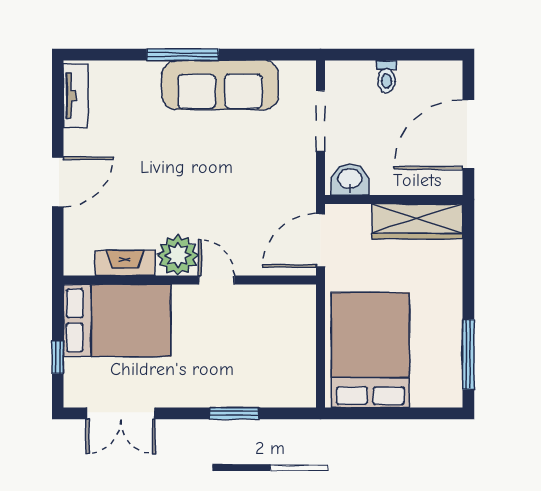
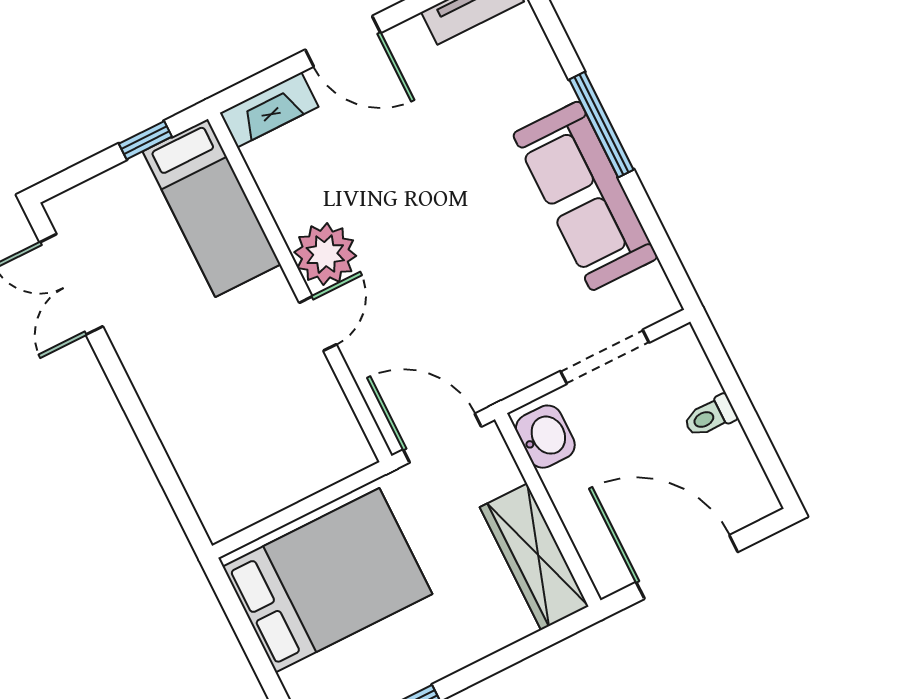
fireplace: (125, 263) -> (269, 110), moved, turned 90
bed: (117, 320) -> (212, 208), width x0.67
window: (58, 357) -> (145, 140), moved
window: (234, 413) -> (148, 439), removed

